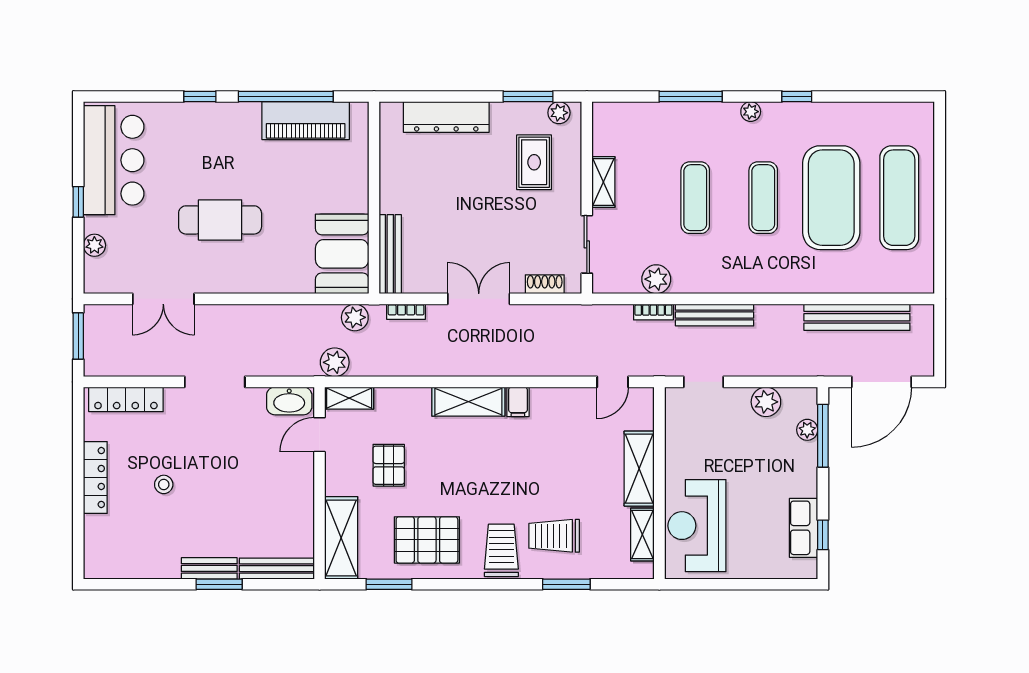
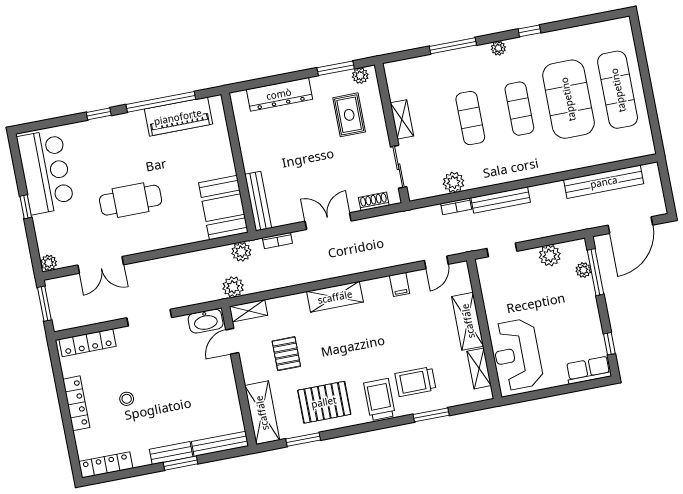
plant: (94, 245) -> (49, 263), moved
filing cabinet: (518, 402) -> (400, 284), moved
row of seats: (804, 528) -> (588, 370), moved, turned 90
locker: (119, 567) -> (106, 465), added

